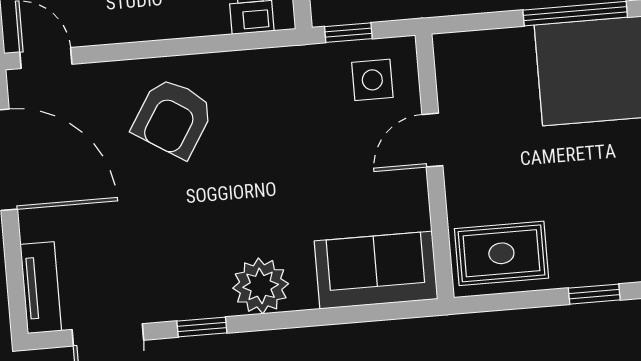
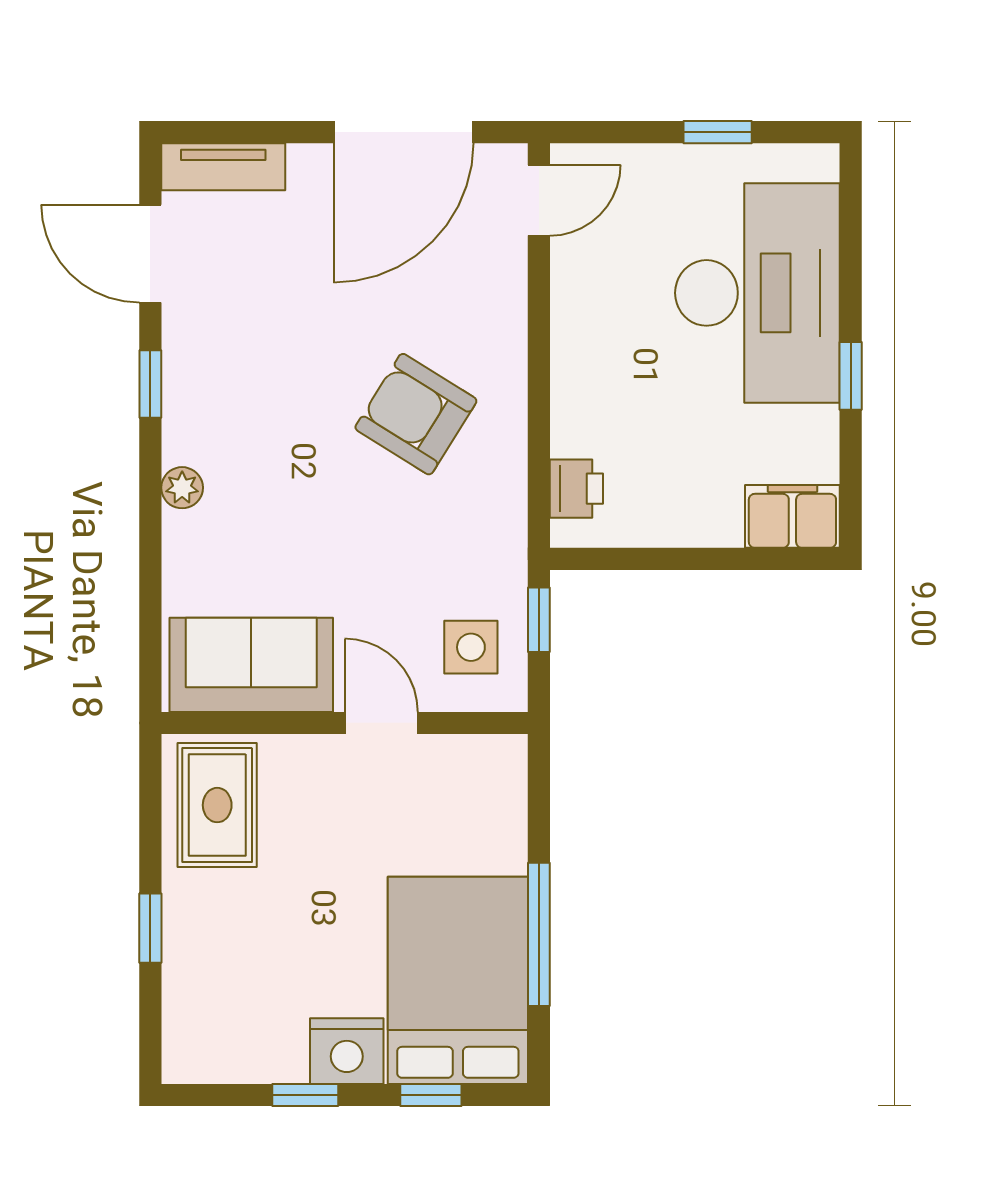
armchair: (173, 118) -> (416, 414), moved
sofa: (376, 270) -> (251, 665), moved, turned -90
plant: (261, 286) -> (182, 488), width x0.53, depth x0.53

